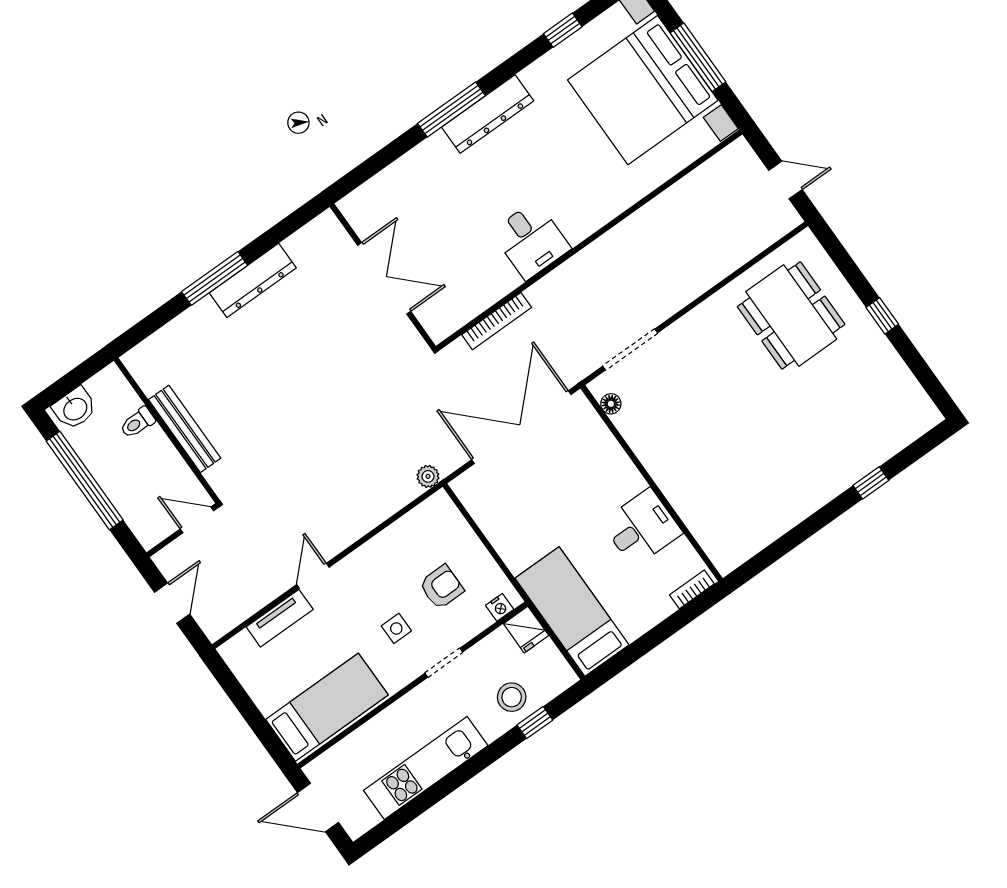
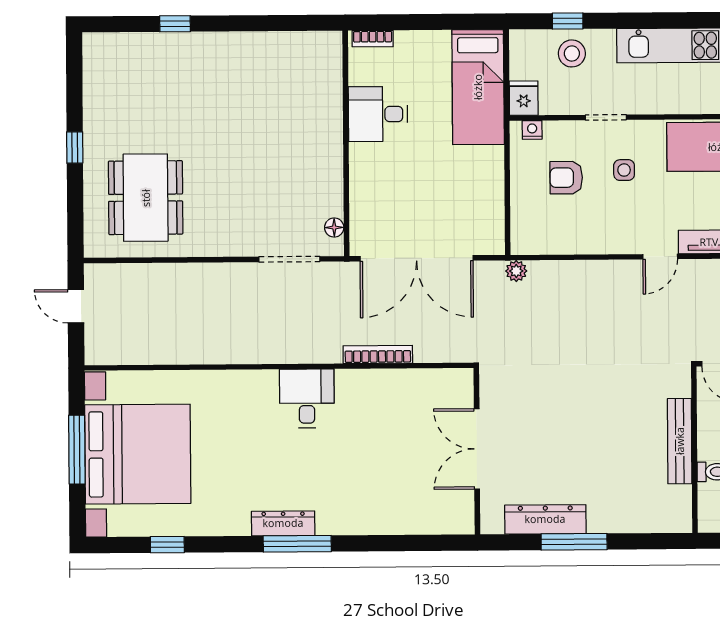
dresser: (488, 114) -> (283, 523), width x0.73, depth x0.80
wall: (383, 276) -> (477, 451), moved
double door: (384, 278) -> (477, 449), moved

